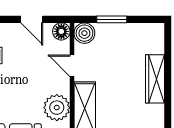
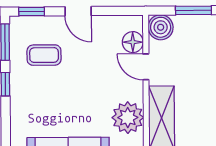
door: (32, 19) -> (78, 11), moved
floor lamp: (61, 31) -> (133, 42), moved

